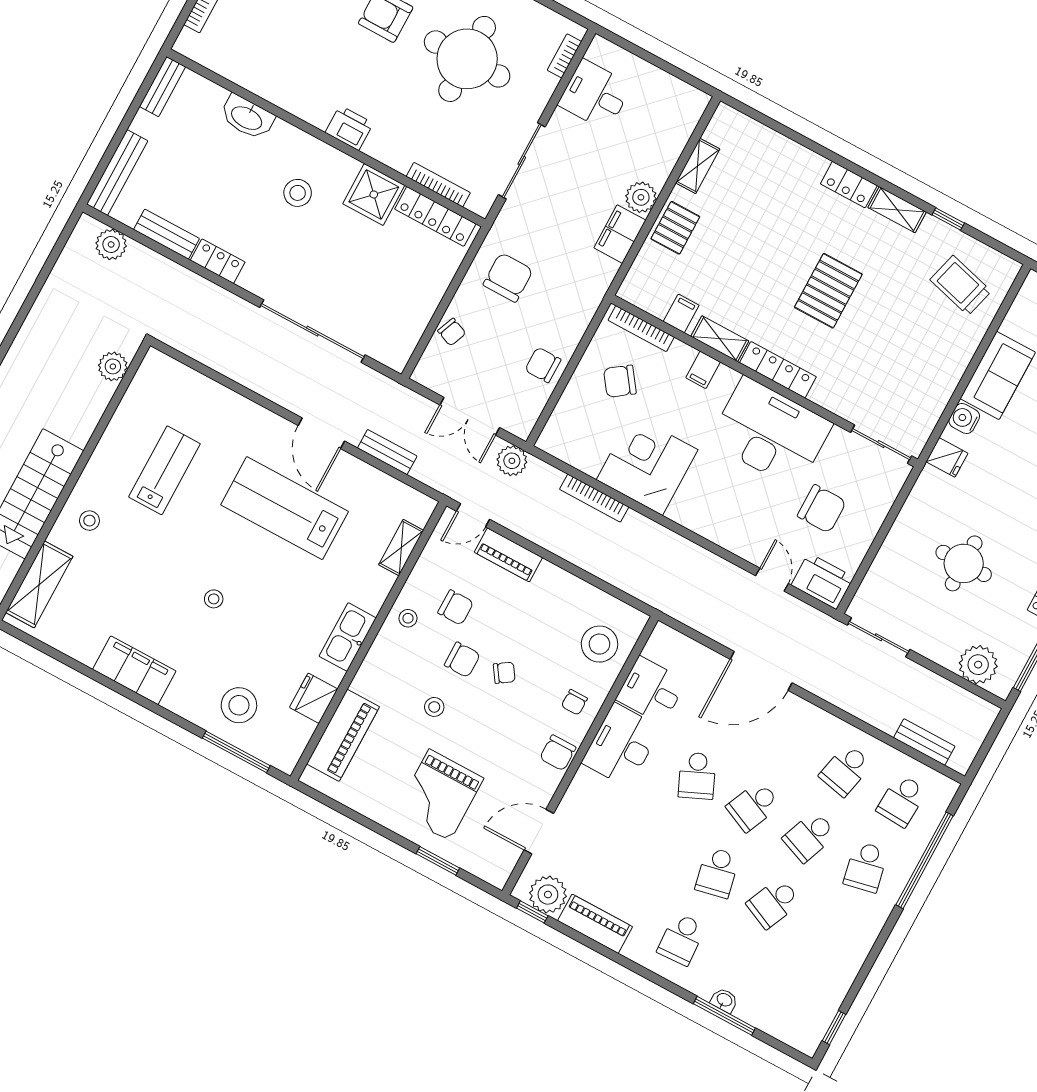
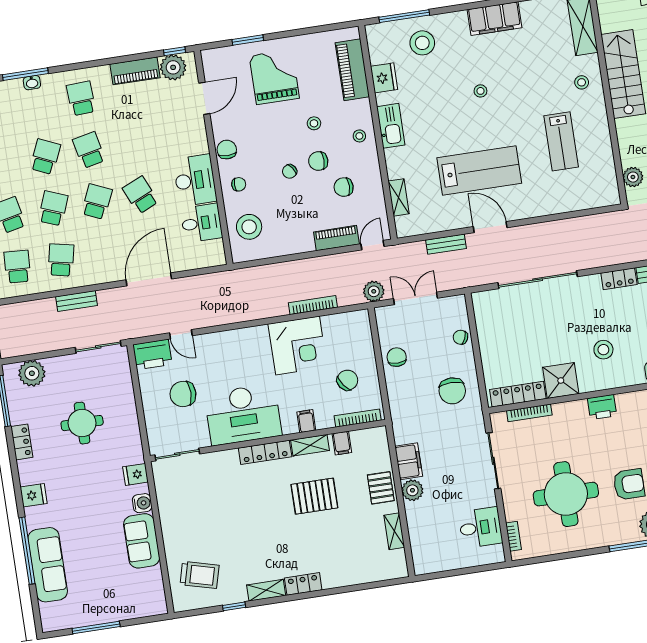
pallet: (828, 291) -> (314, 496), moved, turned 90
chair: (543, 365) -> (397, 357), turned -90
stool: (408, 618) -> (359, 136), moved
chair: (574, 702) -> (239, 184), turned 90
bench: (924, 742) -> (76, 301), moved

